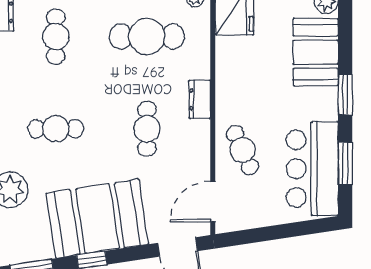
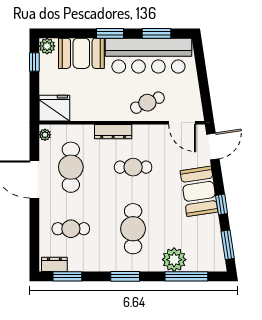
dresser: (200, 99) -> (113, 132), width x1.44
cafe table: (56, 129) -> (133, 229), width x1.37, depth x1.35
bar counter: (312, 169) -> (148, 56), width x1.36
booth: (97, 219) -> (199, 191), width x0.73, depth x0.70

